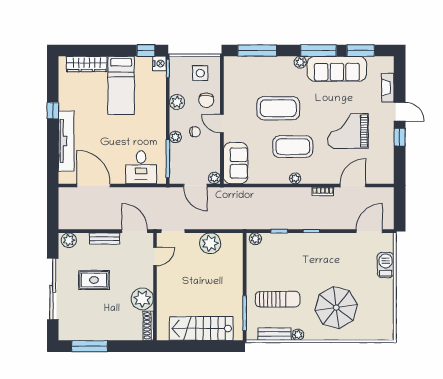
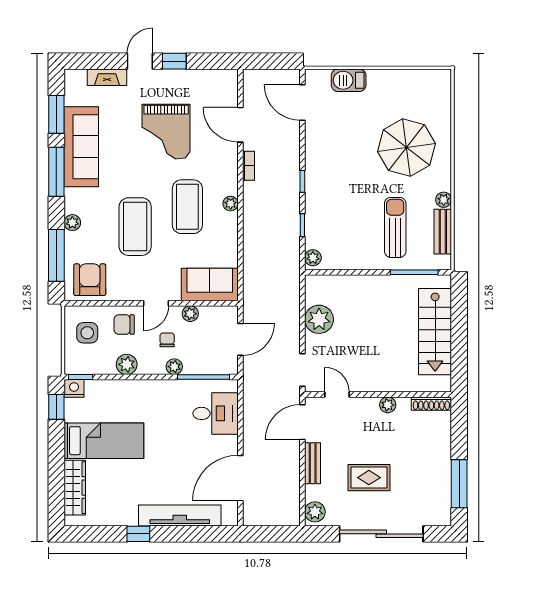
plant: (300, 62) -> (72, 223), moved
armchair: (239, 75) -> (90, 280), added
chair: (206, 100) -> (124, 325), turned 180
plant: (214, 178) -> (190, 314), moved
rug: (94, 280) -> (369, 478), turned 90
plant: (142, 299) -> (388, 405), width x0.53, depth x0.53

